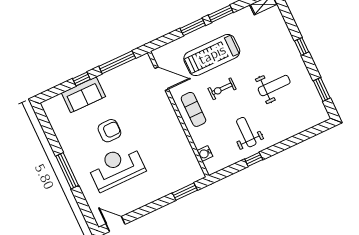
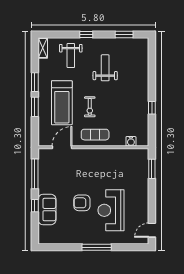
armchair: (109, 131) -> (82, 203), turned -90
weight bench: (246, 132) -> (71, 55), moved, turned -90

